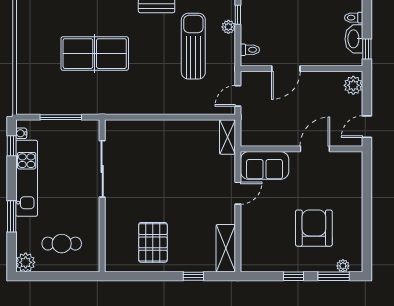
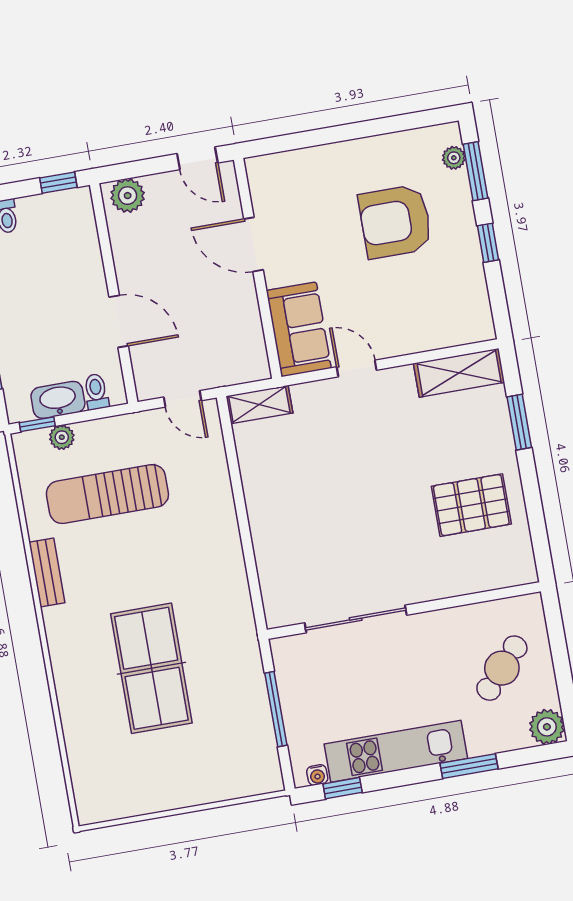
washbasin: (354, 39) -> (58, 400), moved, turned 180
cafe table: (62, 244) -> (502, 668), turned 42
window: (193, 276) -> (519, 422), width x1.50

